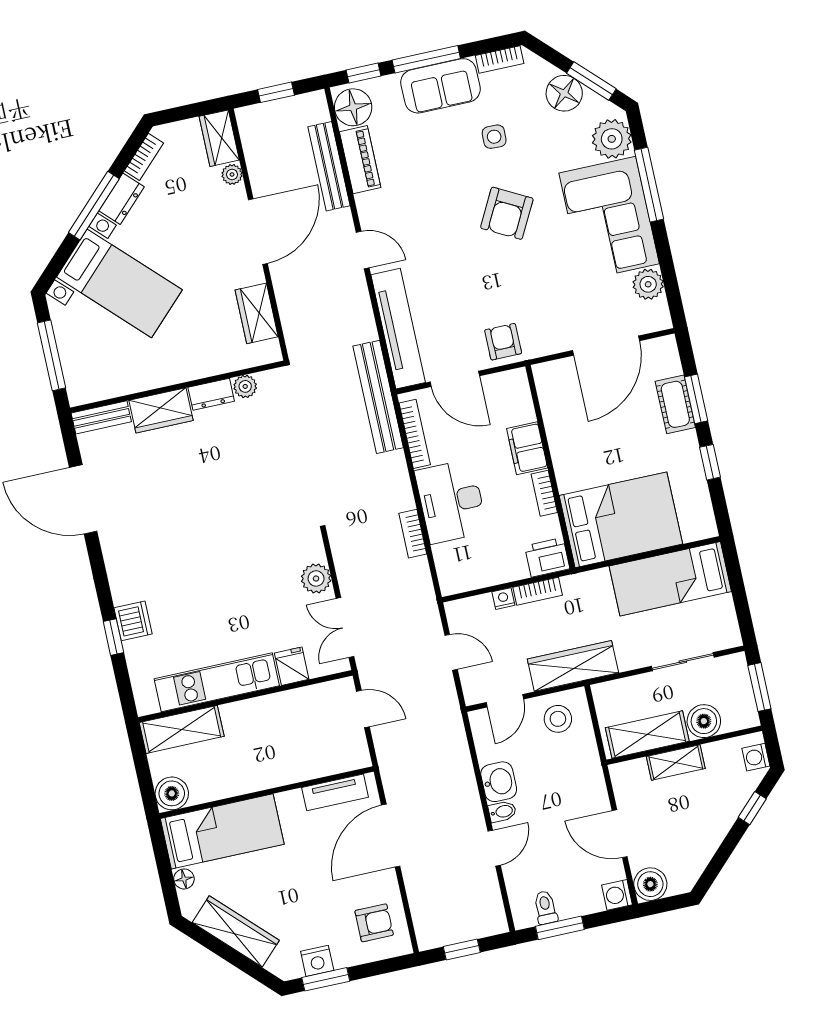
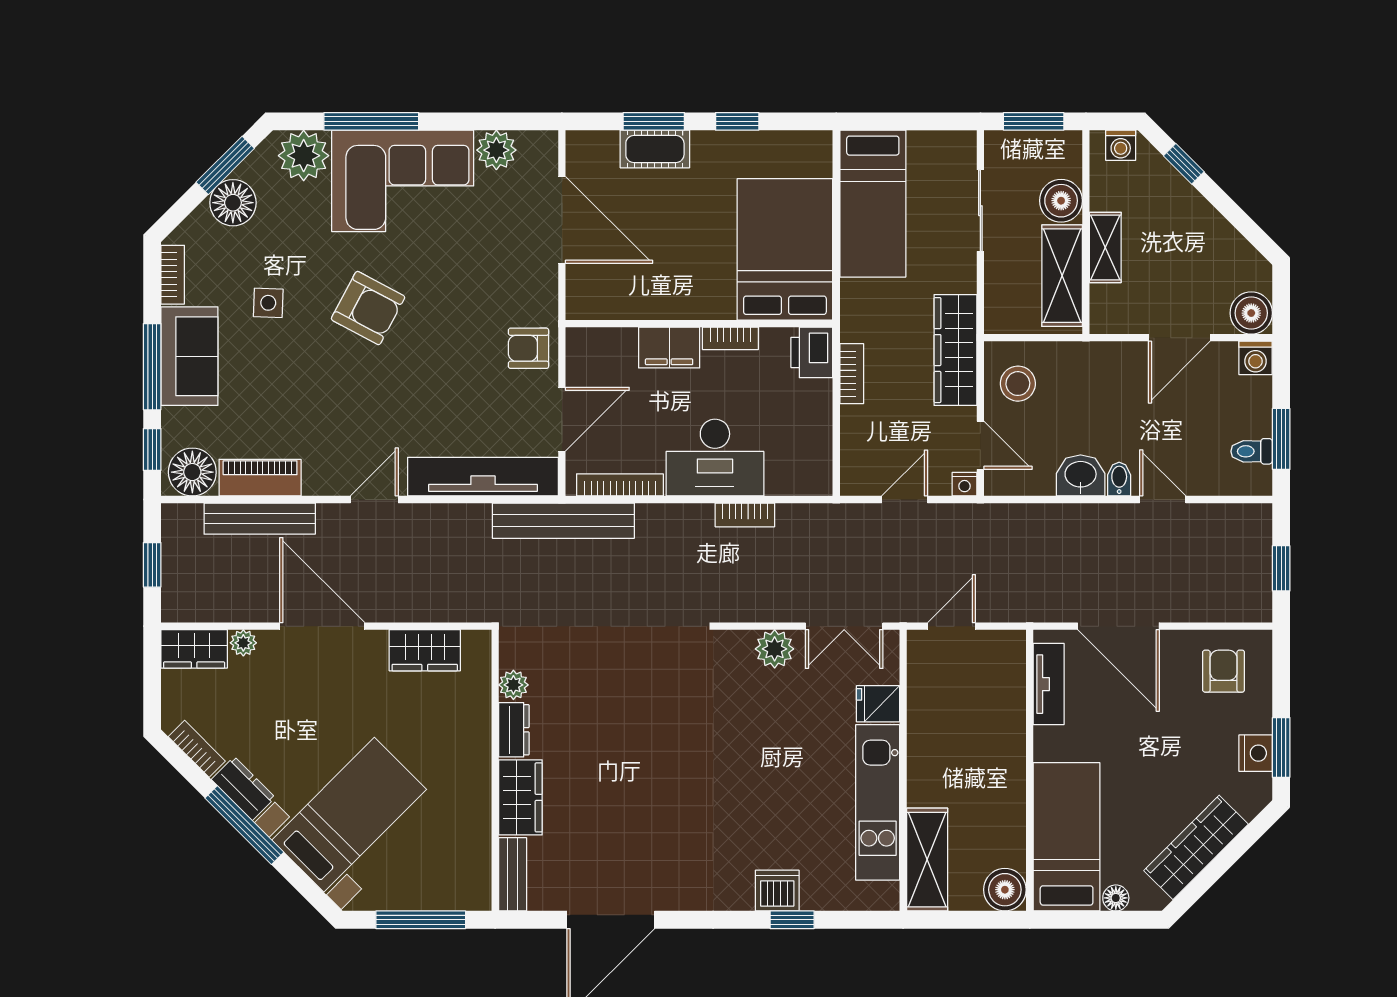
nightstand: (503, 599) -> (965, 484), moved, turned -90

